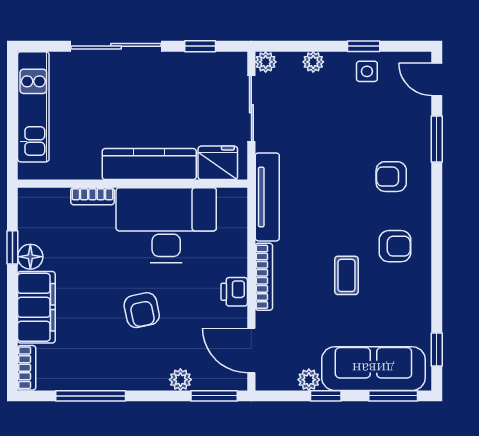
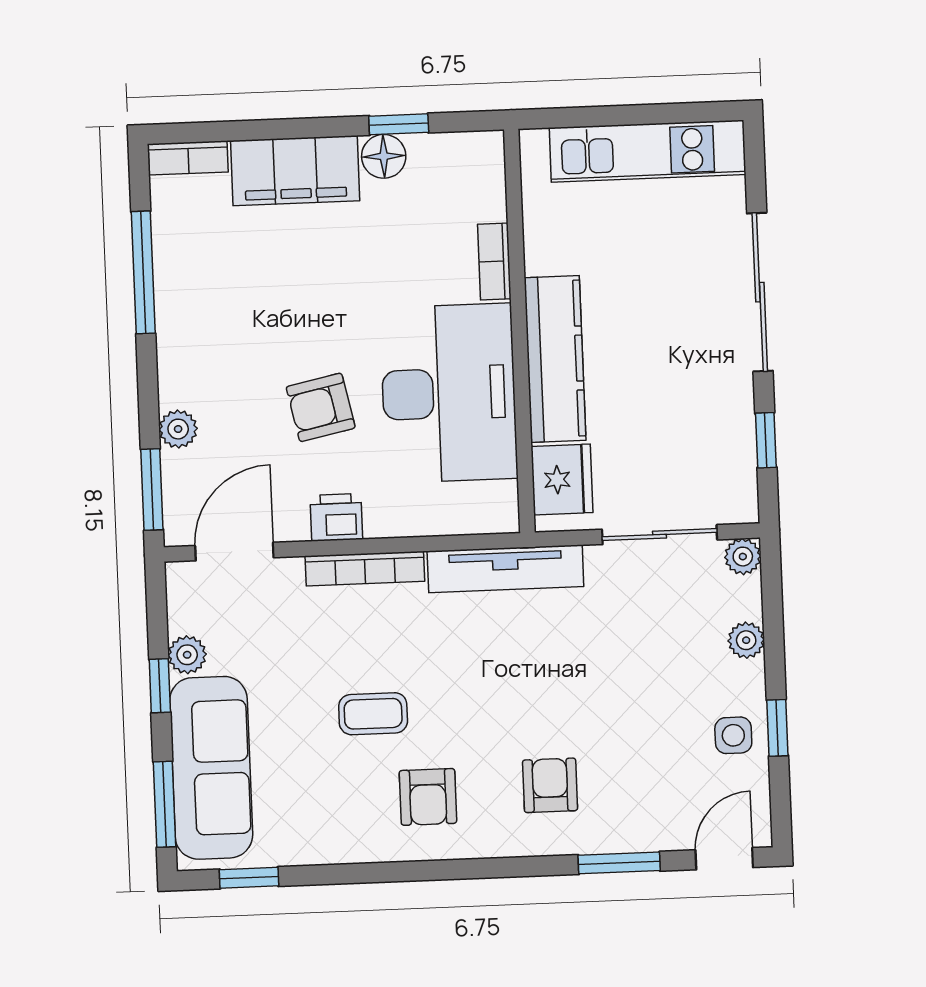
armchair: (142, 310) -> (321, 407), moved

